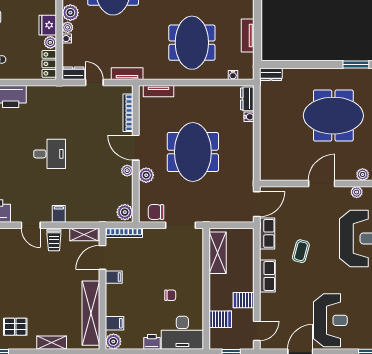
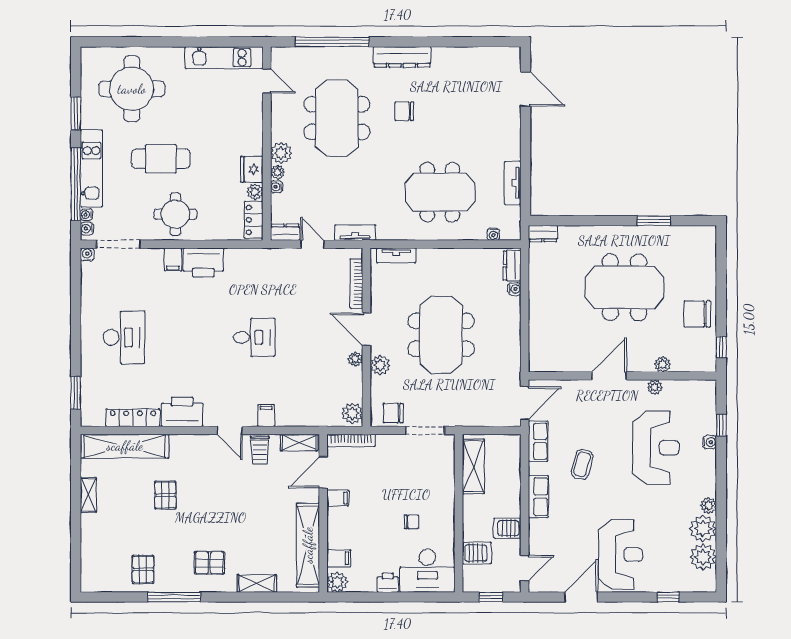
meeting table: (192, 43) -> (440, 192), turned 90

